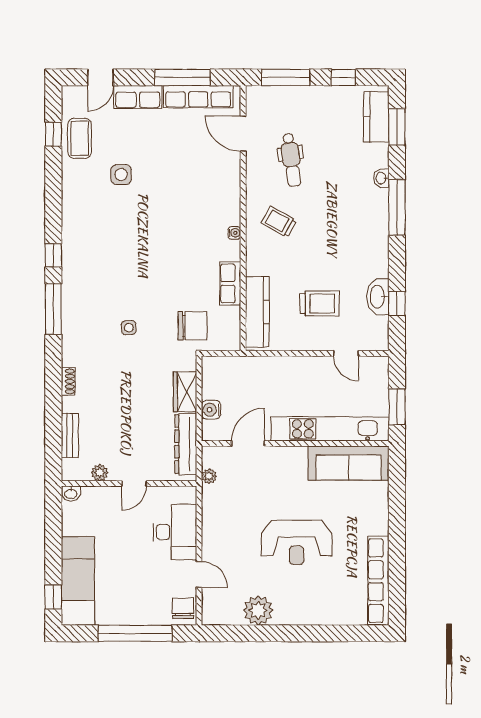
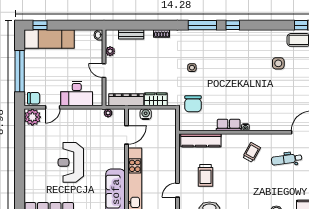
row of seats: (230, 283) -> (229, 125), moved
door: (248, 443) -> (127, 135), hinge flipped
plant: (258, 610) -> (32, 117), moved

